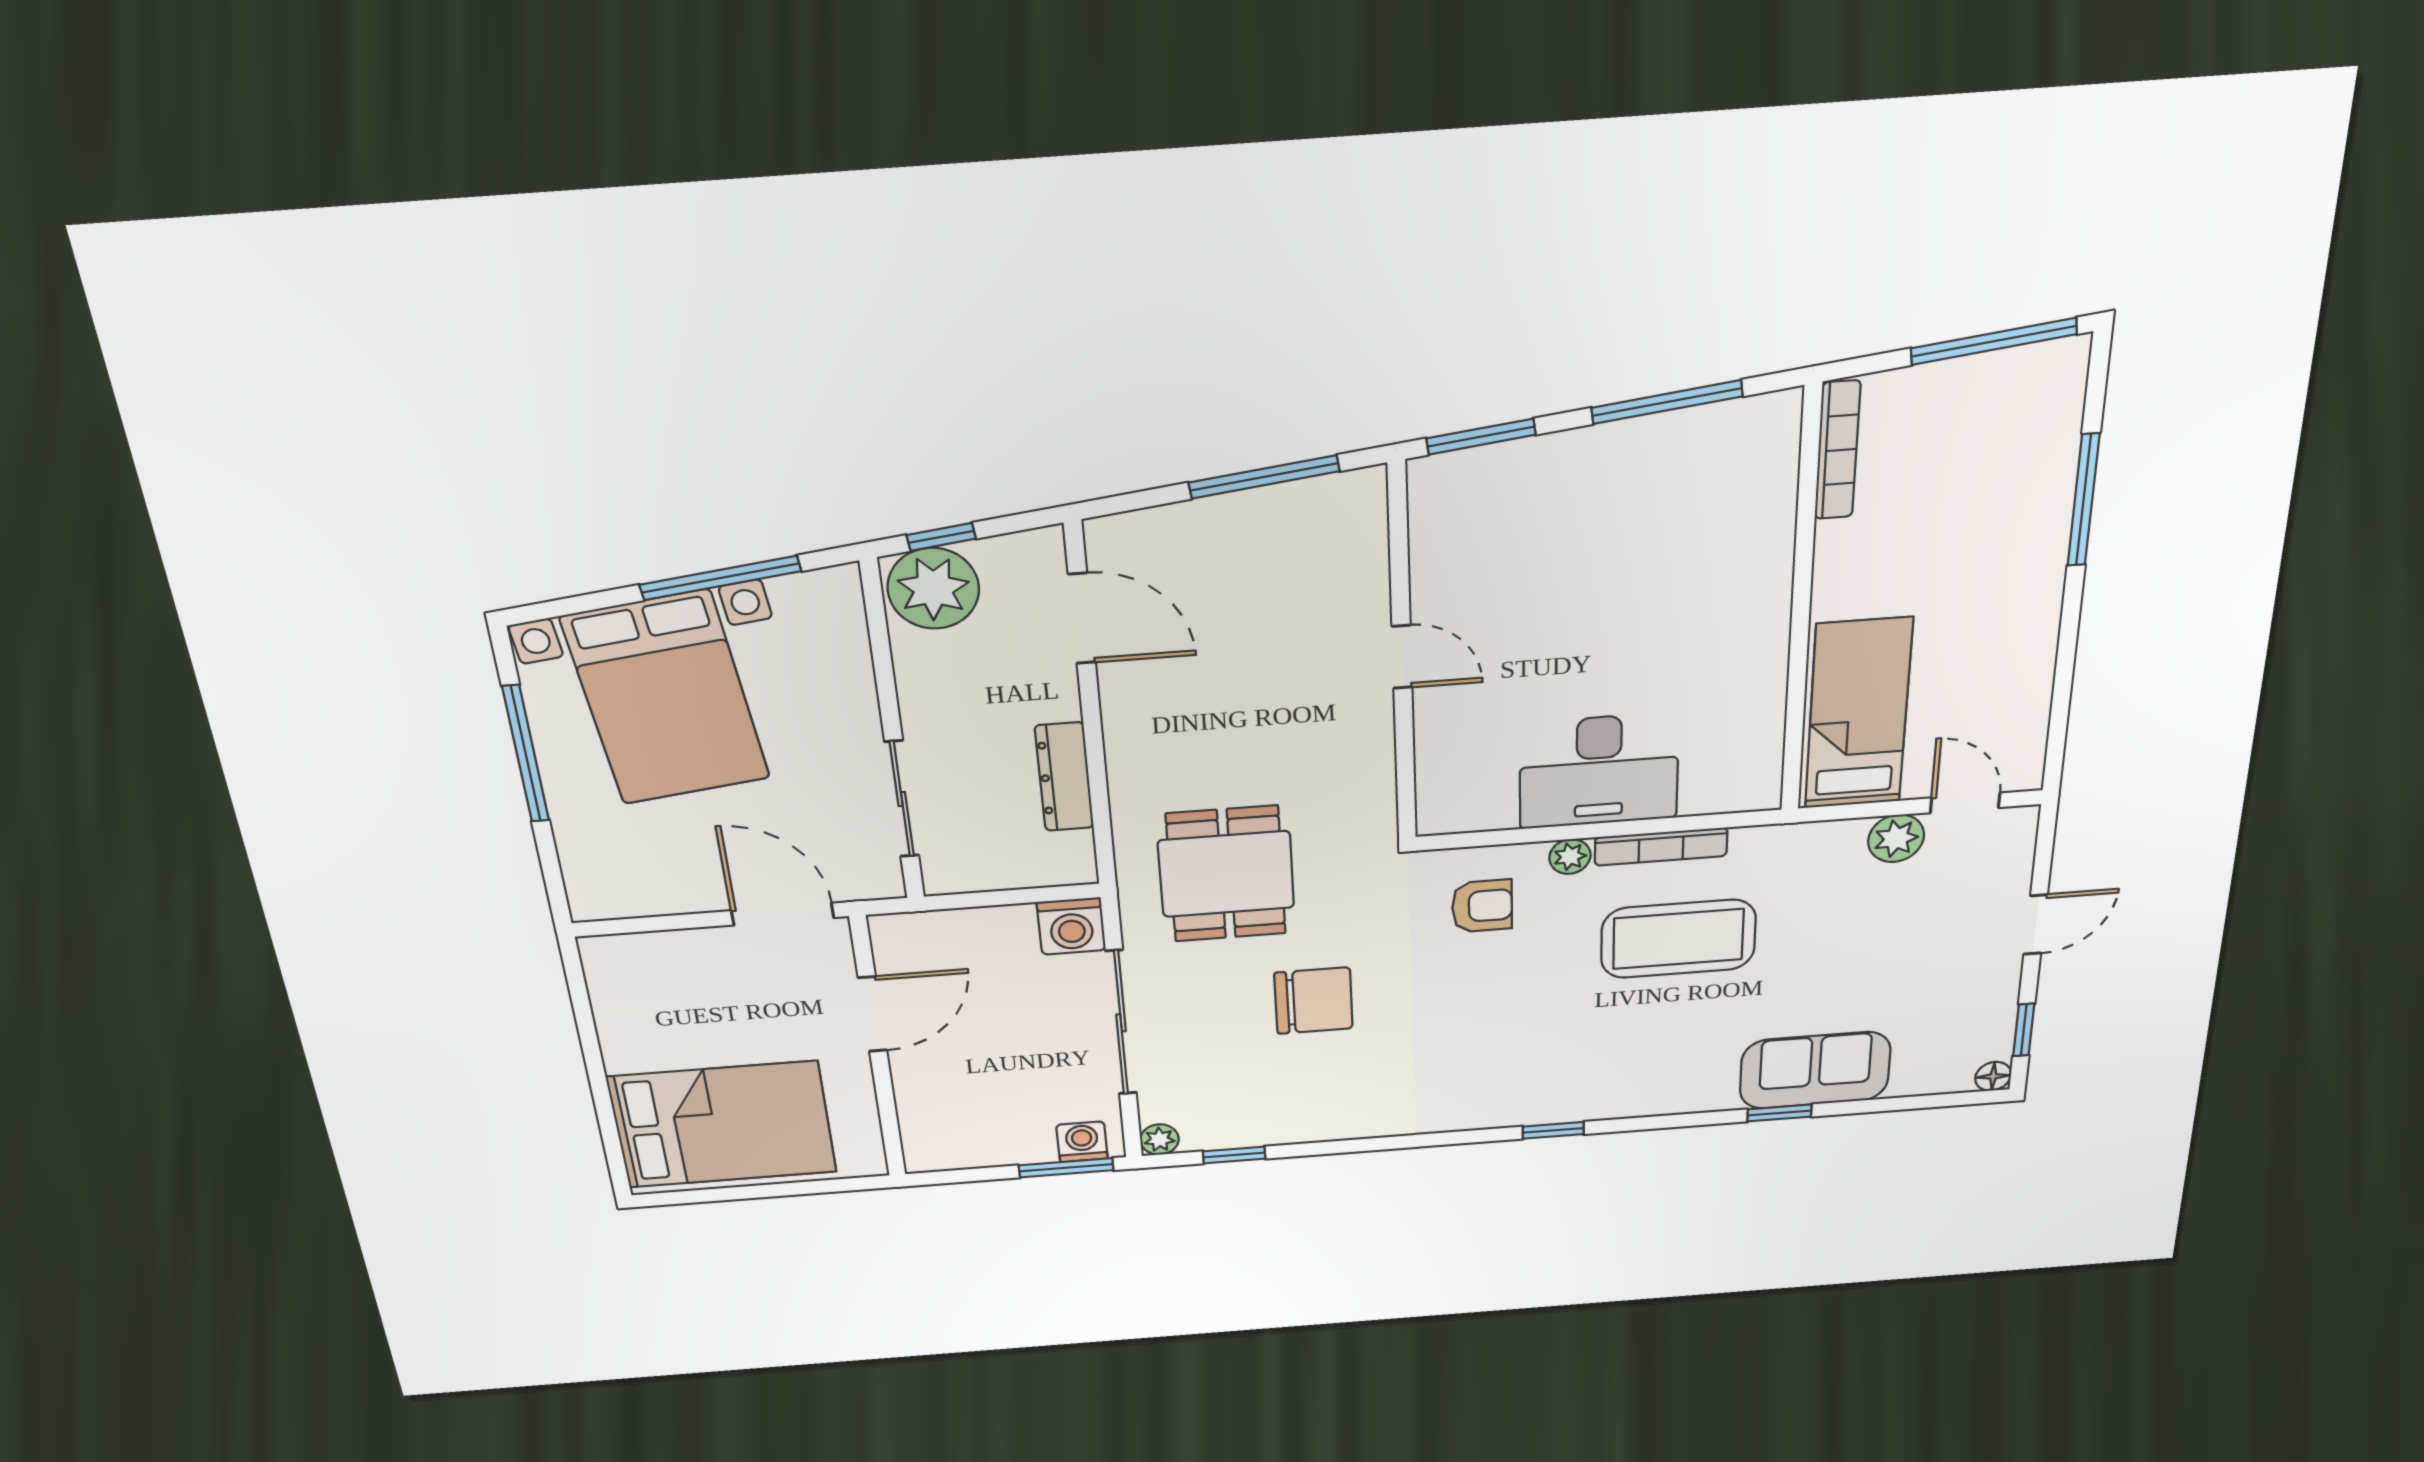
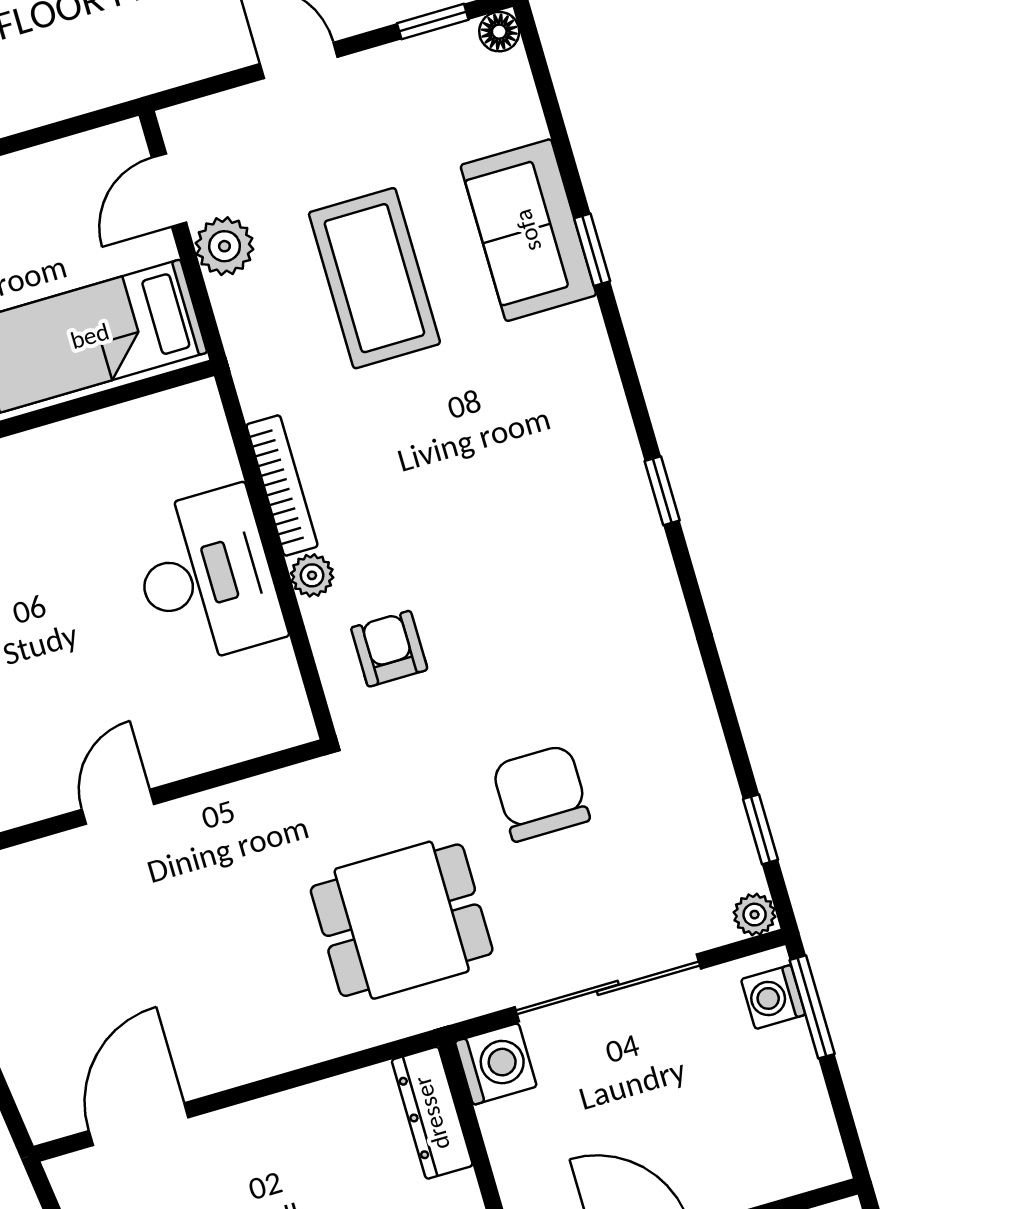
dresser: (1064, 777) -> (432, 1113), moved, turned 90
coffee table: (1678, 939) -> (374, 278), moved

